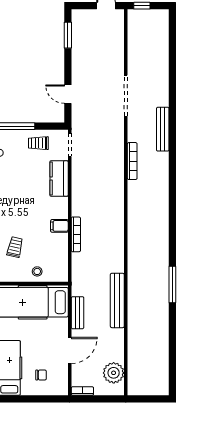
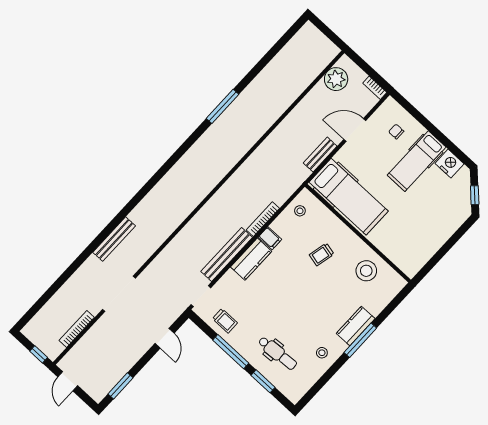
bookcase: (132, 161) -> (77, 329), moved
kitchen counter: (59, 178) -> (251, 259), moved
stool: (37, 271) -> (300, 211), moved
bench: (117, 300) -> (227, 254), moved

